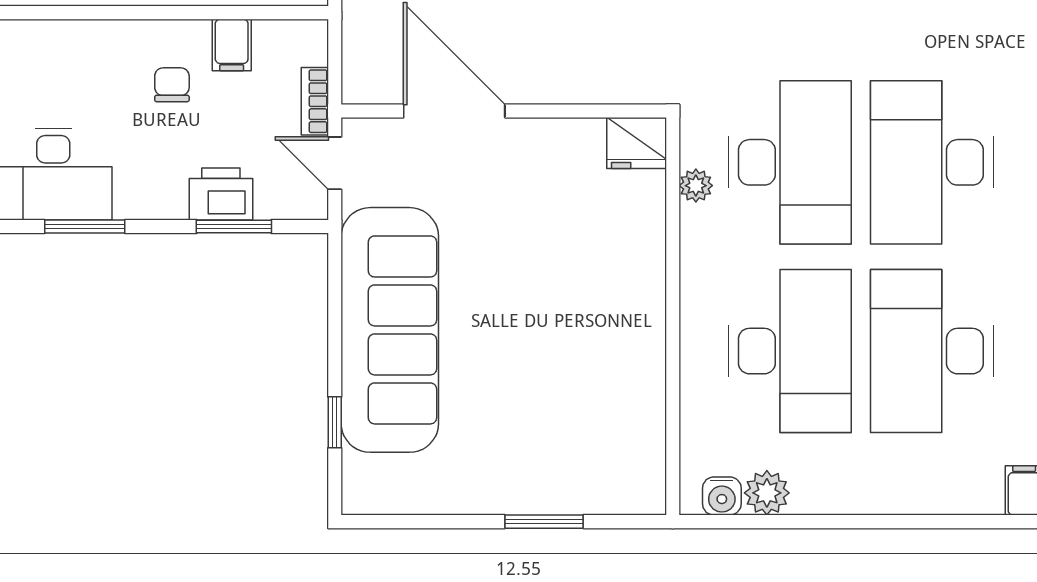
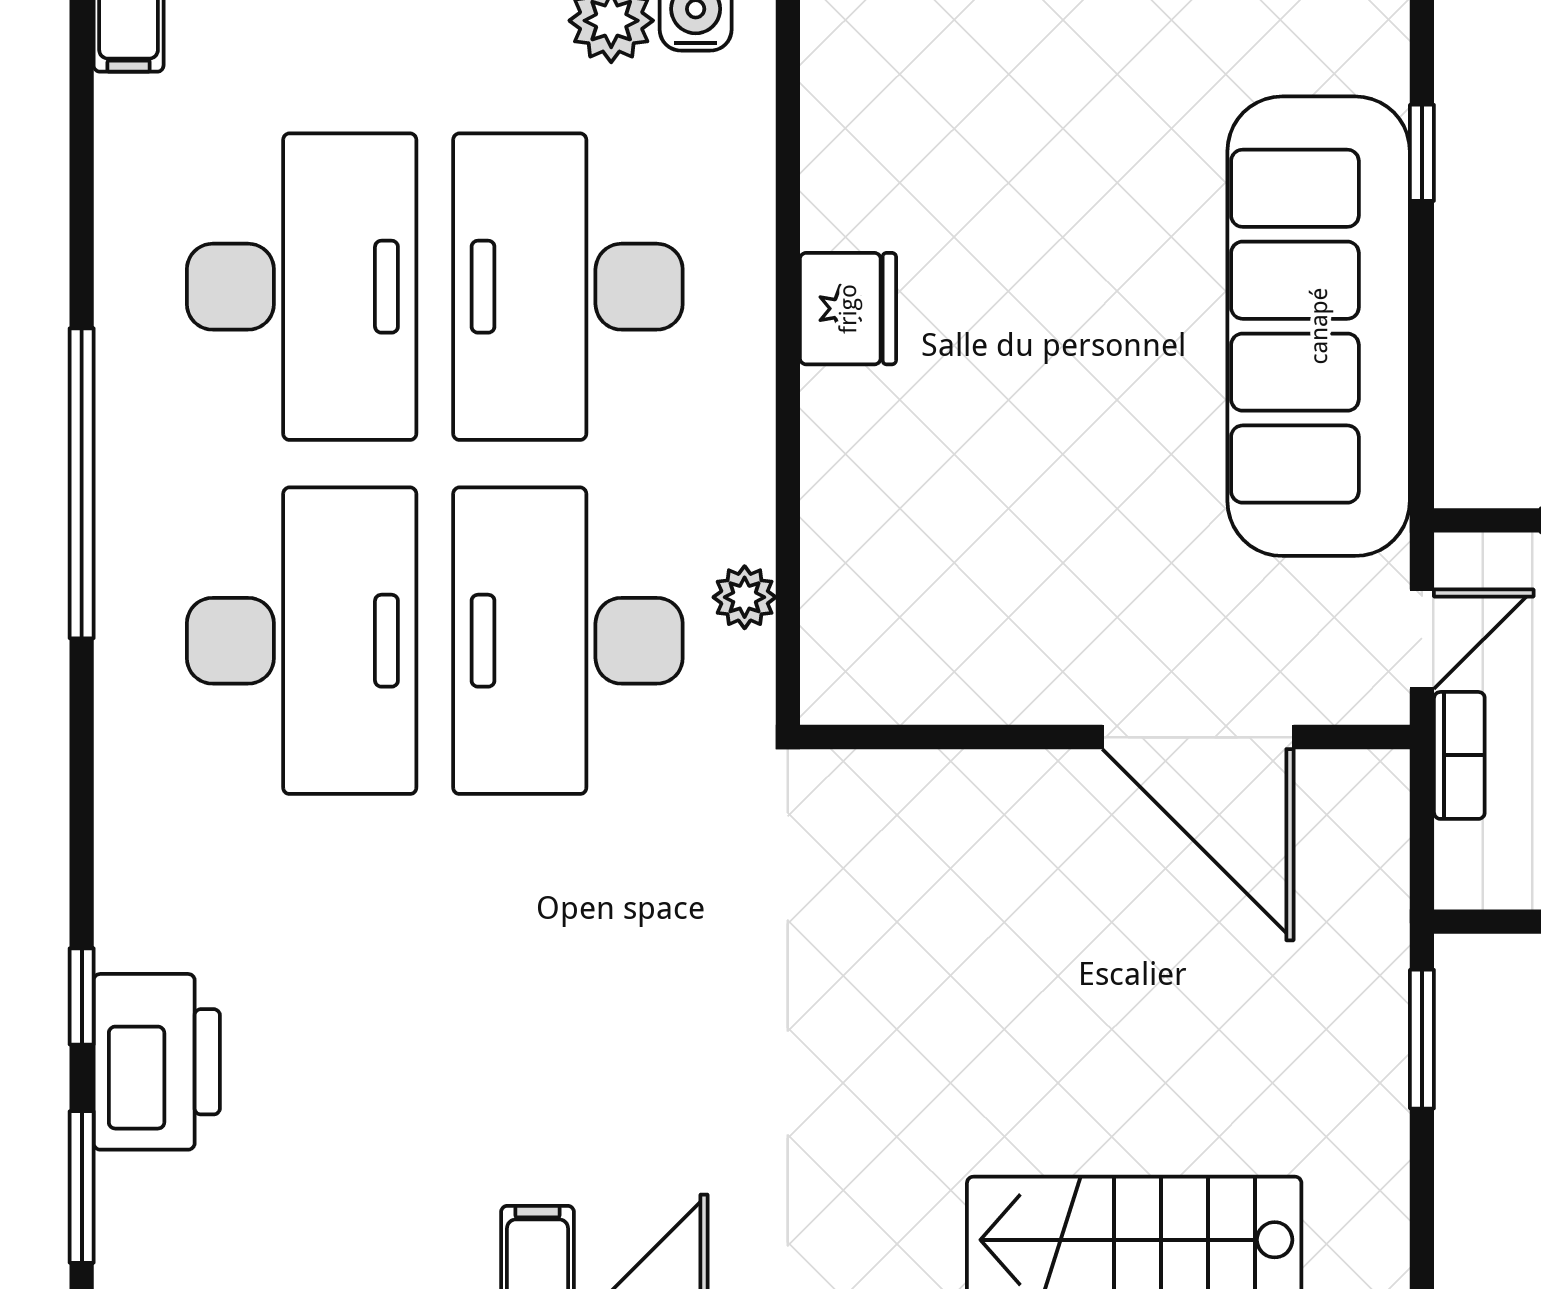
fridge: (637, 143) -> (848, 309), moved, turned 90
door: (335, 163) -> (1422, 639), hinge flipped

